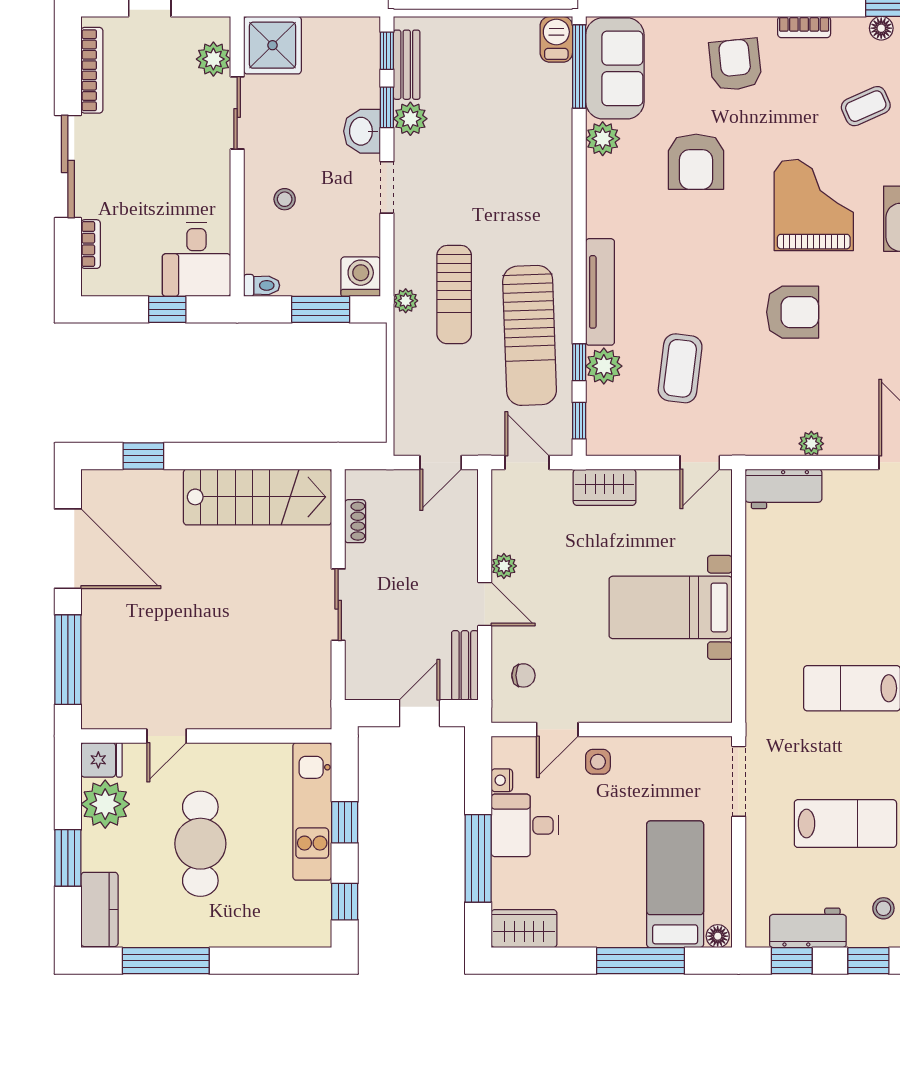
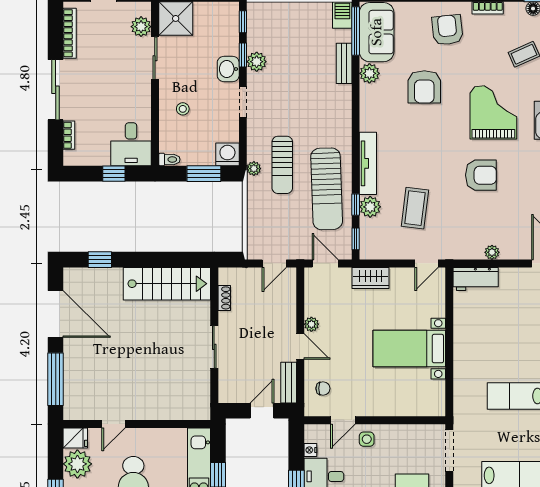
bench: (407, 65) -> (344, 63), moved

